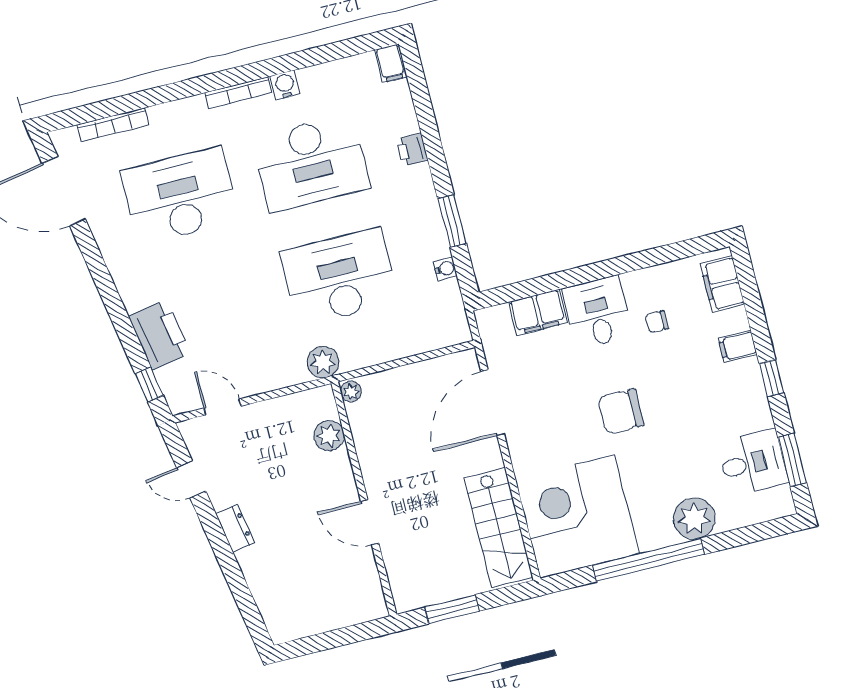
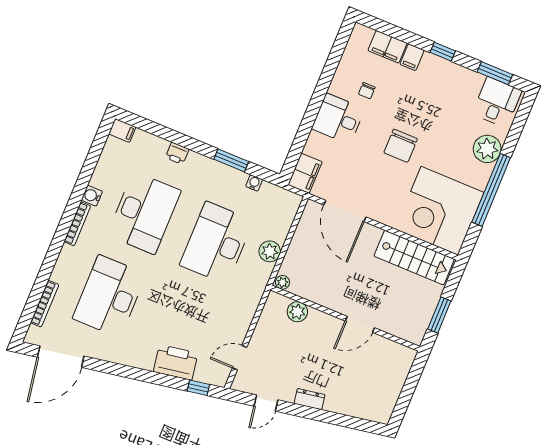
filing cabinet: (722, 284) -> (387, 47), moved
filing cabinet: (538, 312) -> (305, 173), moved
plant: (323, 362) -> (270, 251), moved
desk: (753, 463) -> (497, 102), moved

